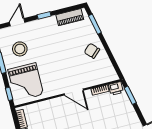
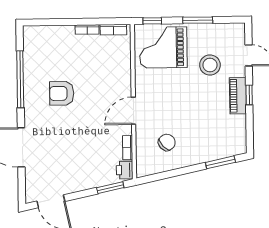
piano: (70, 17) -> (238, 96), moved
stool: (20, 49) -> (210, 65), moved
chair: (92, 51) -> (167, 142), moved

